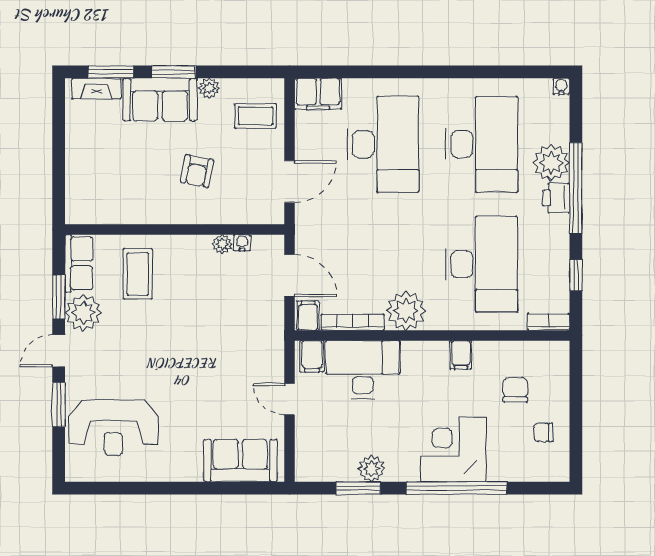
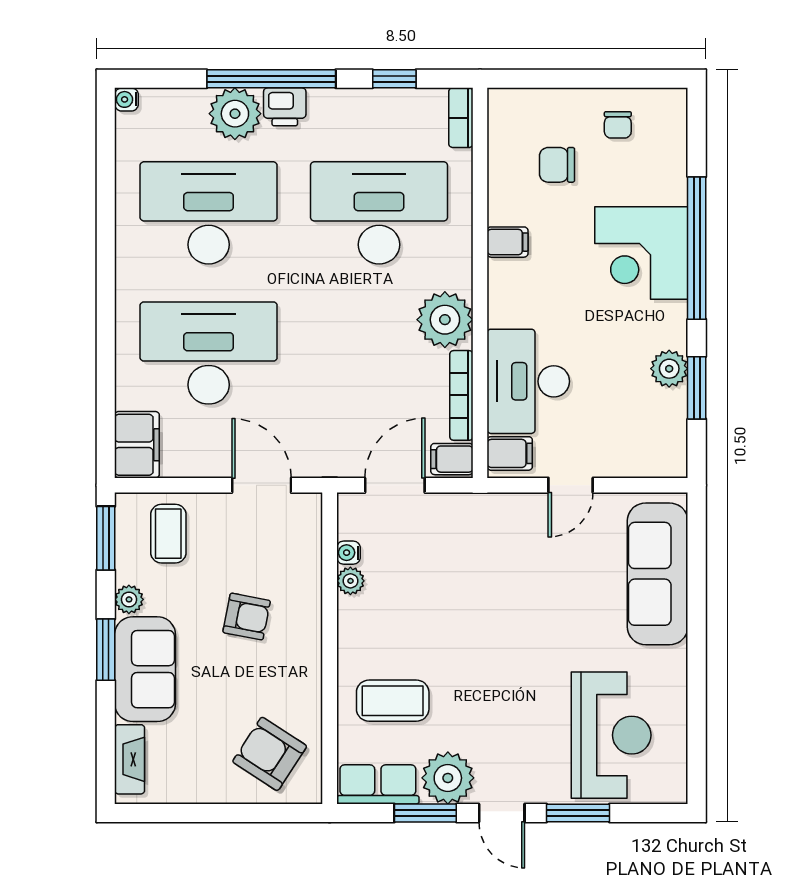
window: (111, 72) -> (106, 538), moved
armchair: (100, 187) -> (270, 754), added
sofa: (240, 461) -> (658, 574), width x1.36

